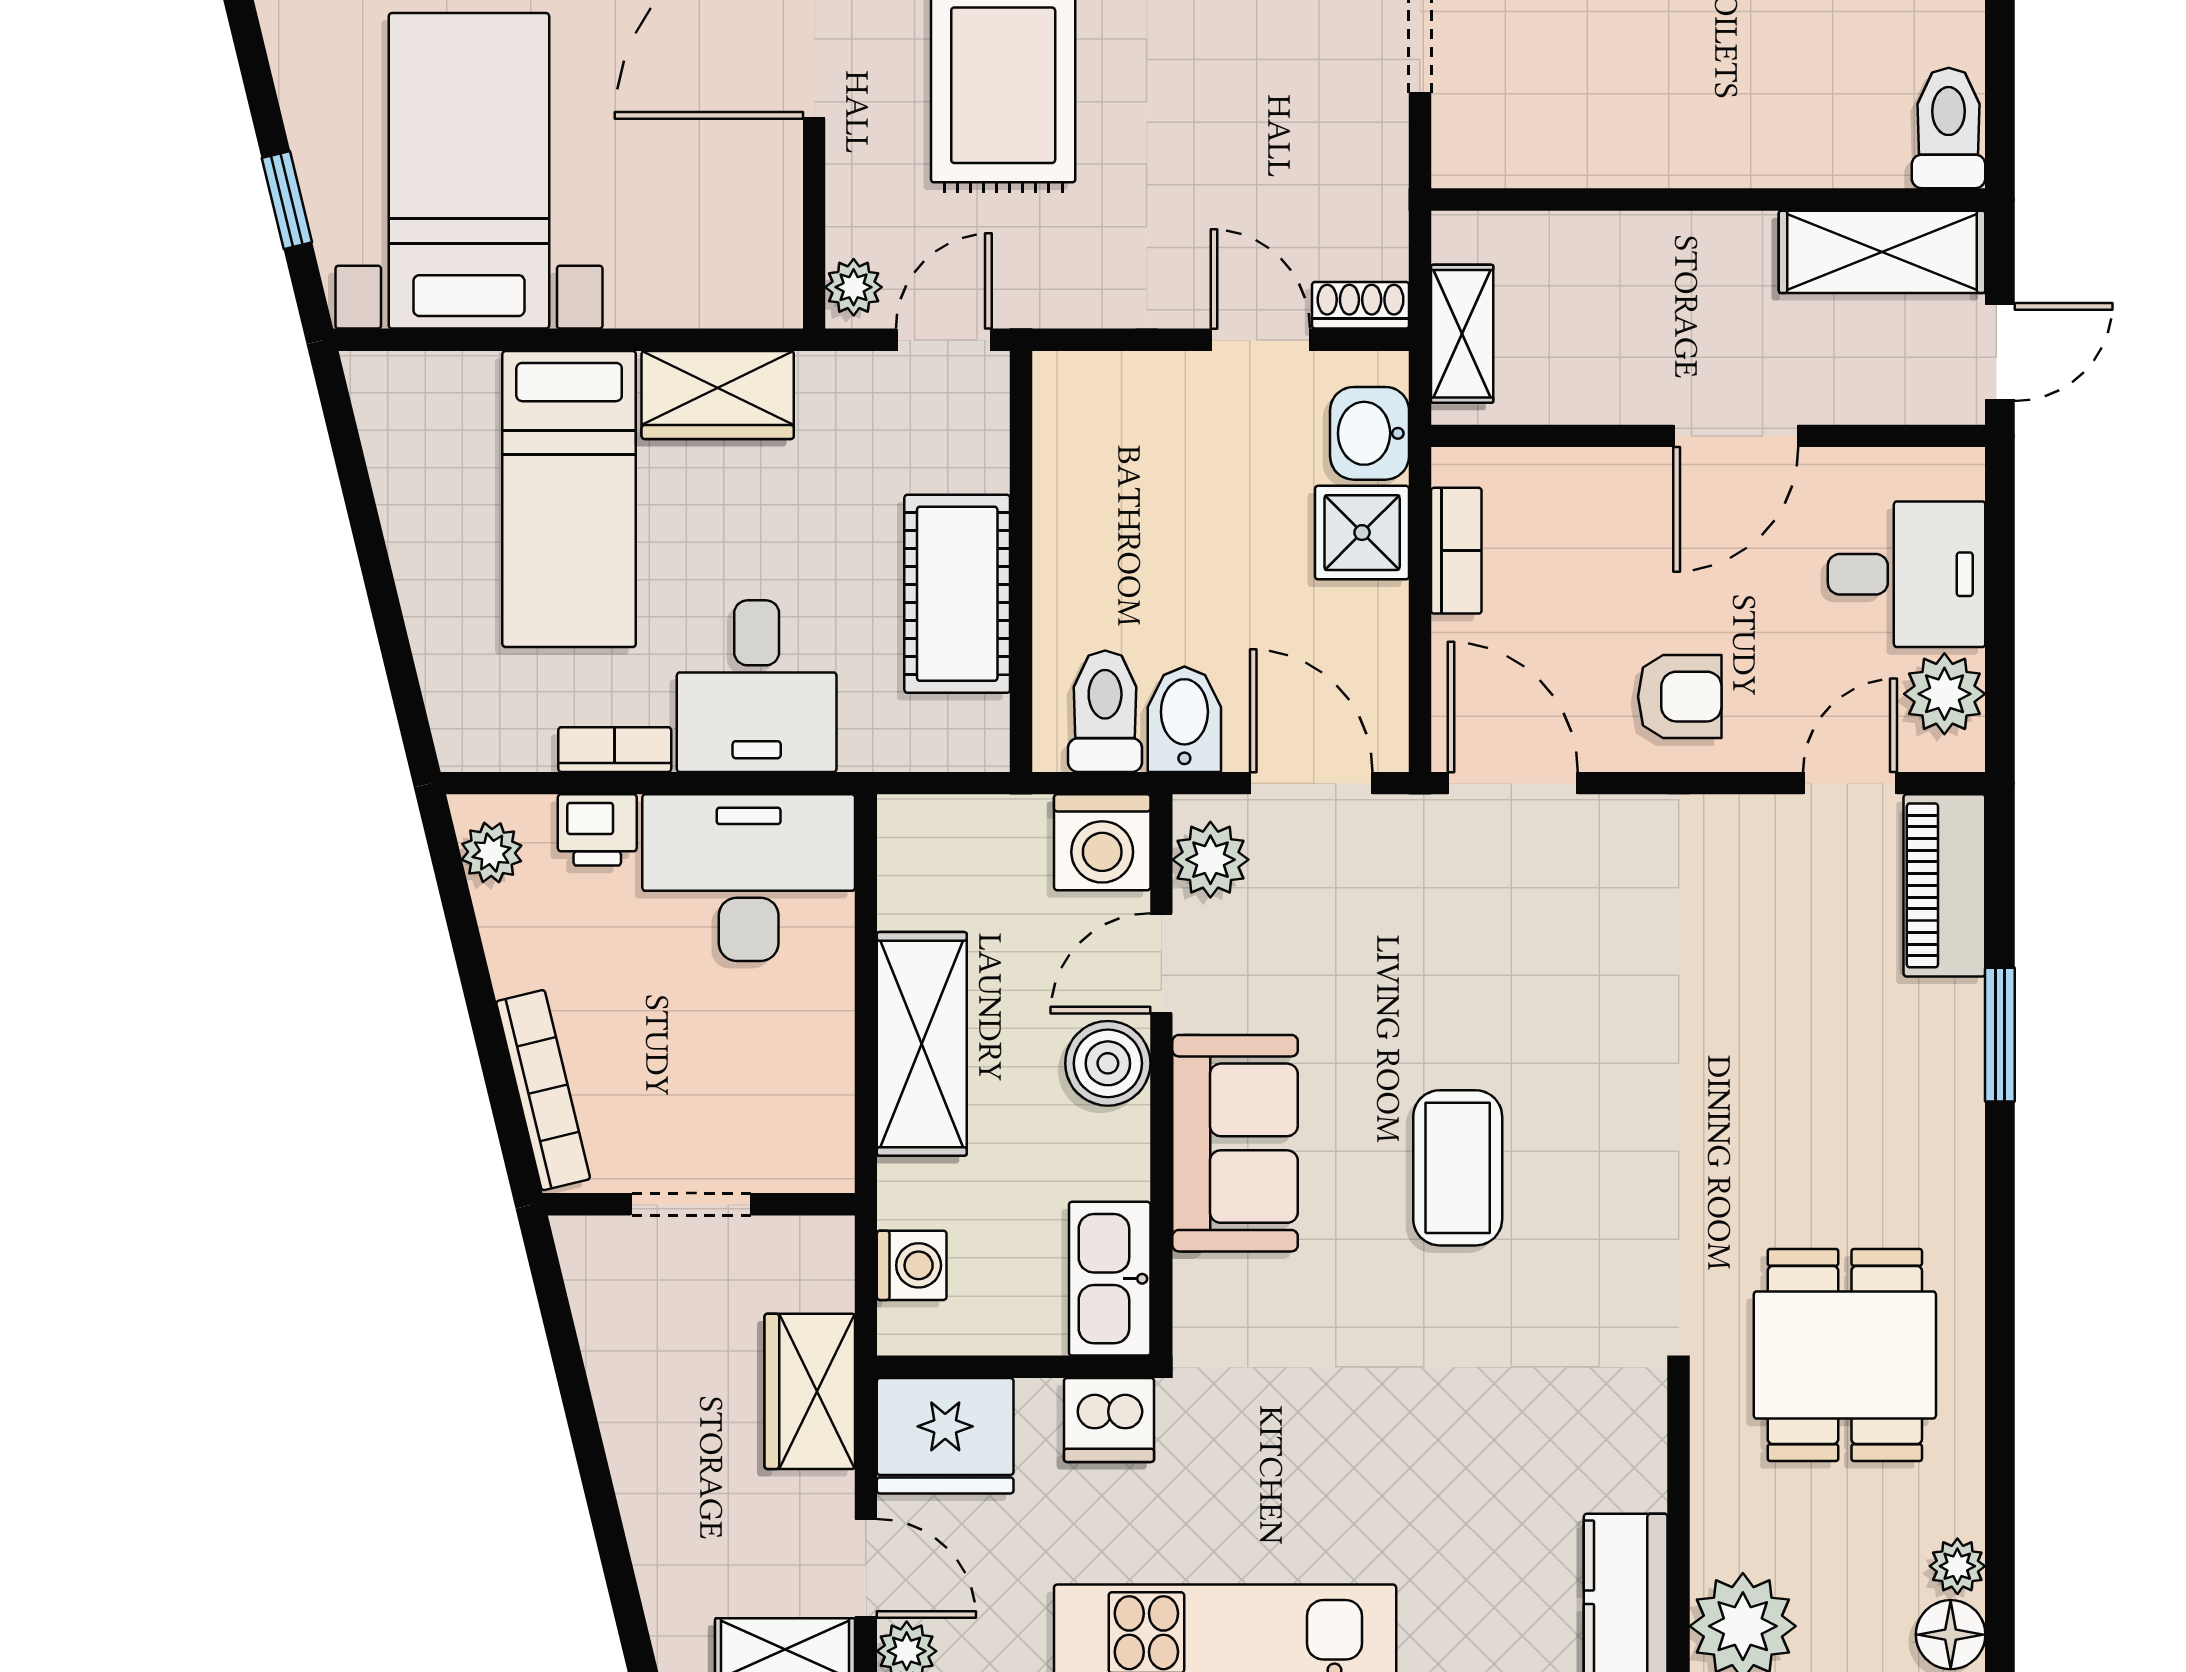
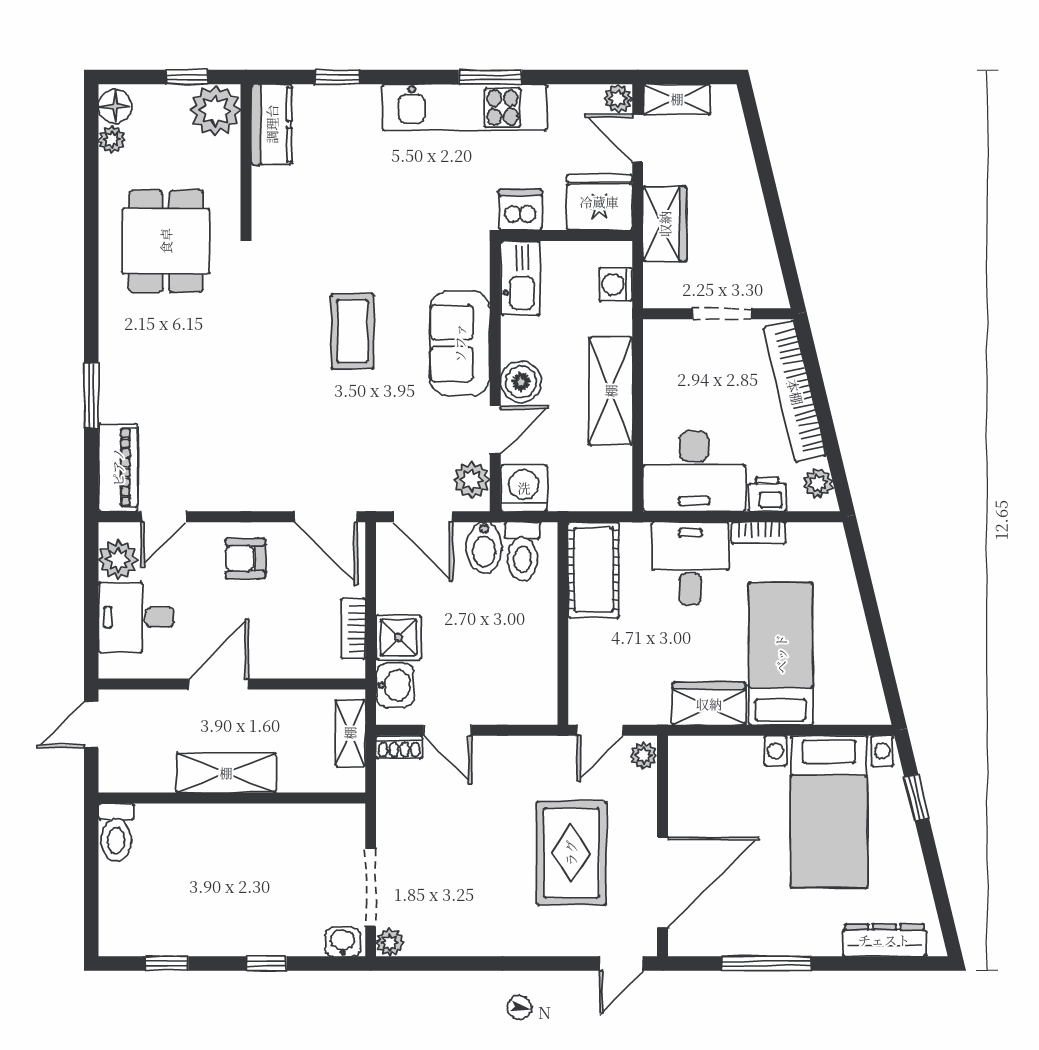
shelving: (1882, 252) -> (226, 773), moved
cot: (957, 594) -> (594, 570), moved
bookcase: (543, 1090) -> (795, 392), width x1.48, depth x1.31

